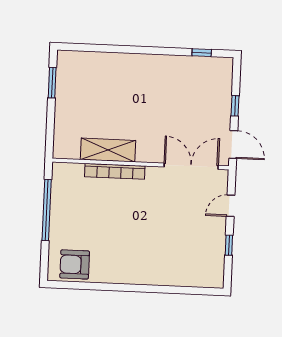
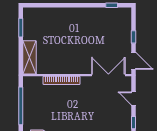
shelving: (108, 150) -> (30, 57), moved, turned 90
door: (231, 206) -> (134, 98), hinge flipped

